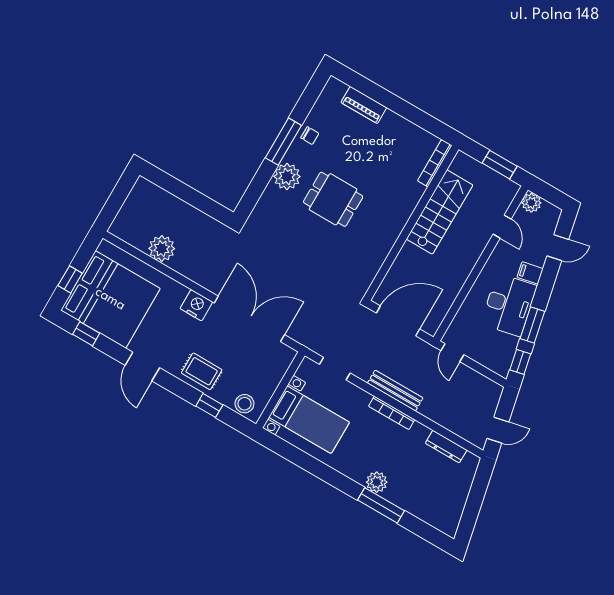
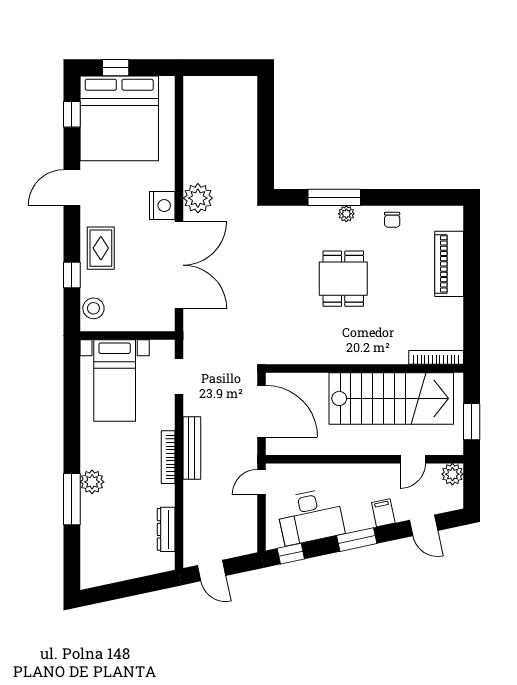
piano: (364, 105) -> (449, 264), width x1.37, depth x1.33
window: (283, 142) -> (334, 197), moved
plant: (287, 177) -> (346, 214), width x0.53, depth x0.53
stairs: (440, 212) -> (391, 398), width x1.36, depth x1.51
plant: (162, 249) -> (198, 198), moved
desk: (509, 305) -> (310, 516), moved
window: (532, 325) -> (357, 540), moved

